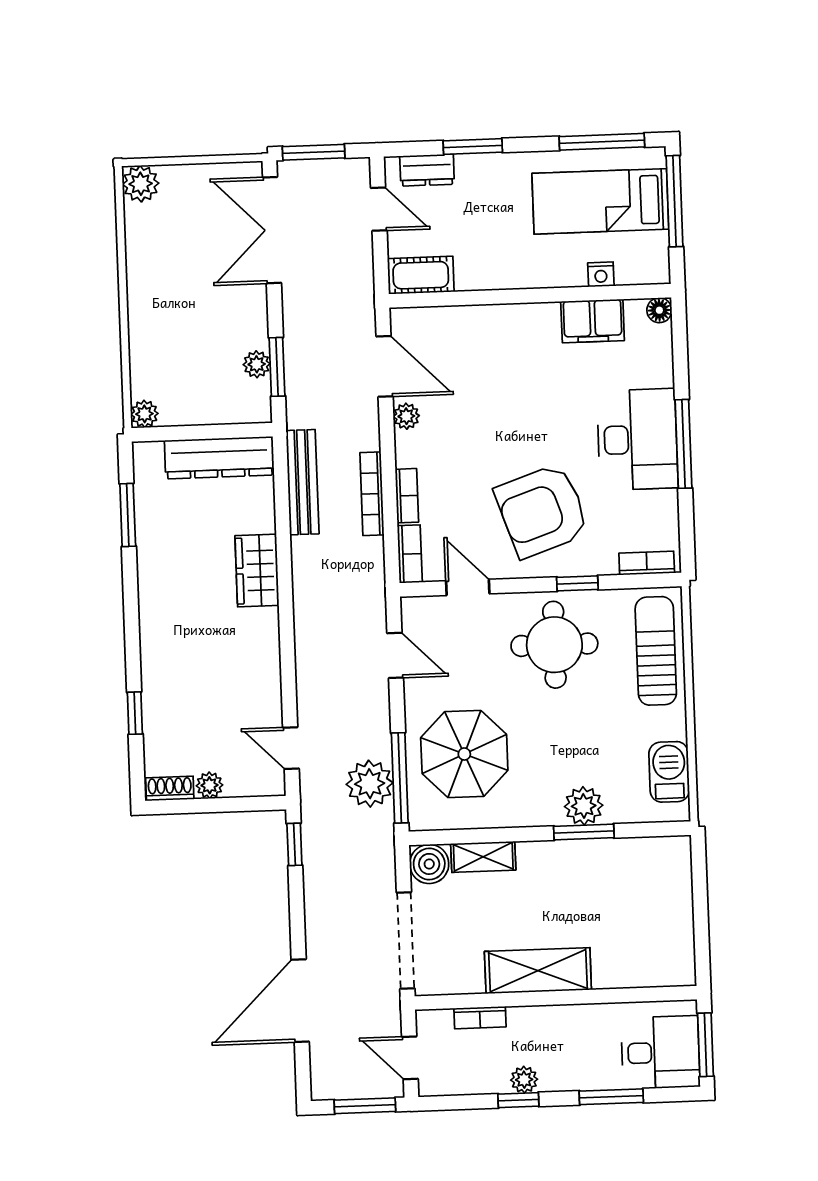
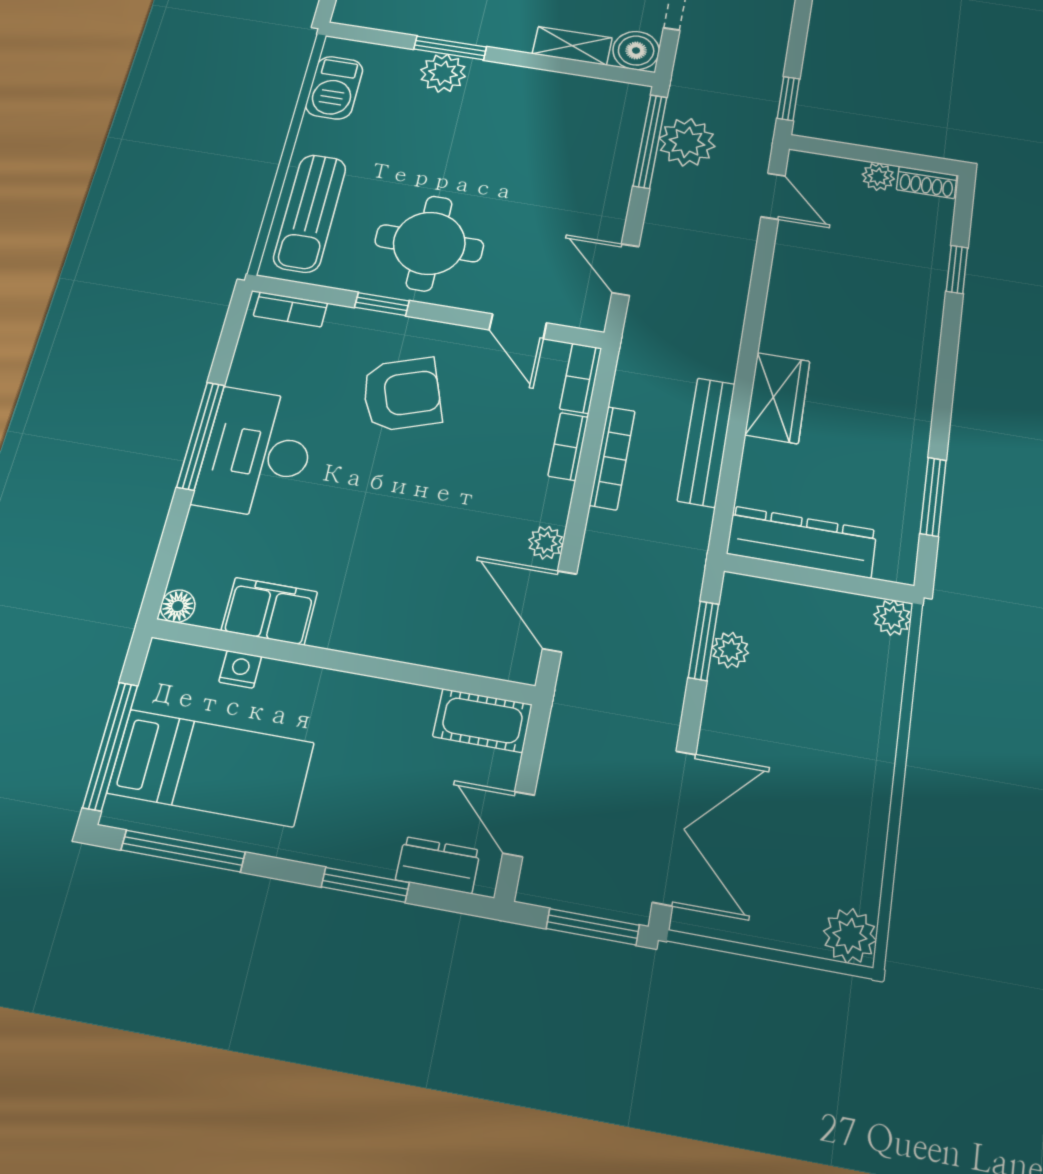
bench: (303, 482) -> (706, 442), moved
armchair: (542, 511) -> (402, 394), width x0.73, depth x0.73
parasol: (464, 754) -> (568, 151), removed

